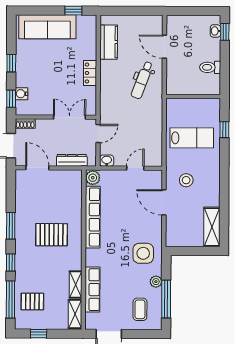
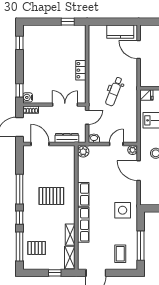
sofa: (47, 27) -> (48, 34), removed
kitchen counter: (109, 42) -> (120, 32), moved, turned 90
window: (11, 63) -> (20, 43), moved
dental chair: (142, 80) -> (114, 91), moved
water cooler: (22, 94) -> (28, 97), moved
fridge: (174, 105) -> (146, 95), added
row of seats: (93, 217) -> (83, 194), width x0.50
window: (11, 226) -> (20, 189), width x1.44
plant: (156, 282) -> (133, 150), moved
row of seats: (92, 290) -> (83, 225), moved
window: (39, 334) -> (55, 273), moved

